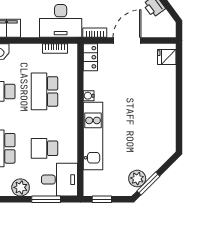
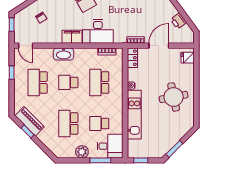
desk: (61, 21) -> (98, 31), moved
round table: (147, 112) -> (174, 97), added
plant: (137, 179) -> (166, 145), removed

